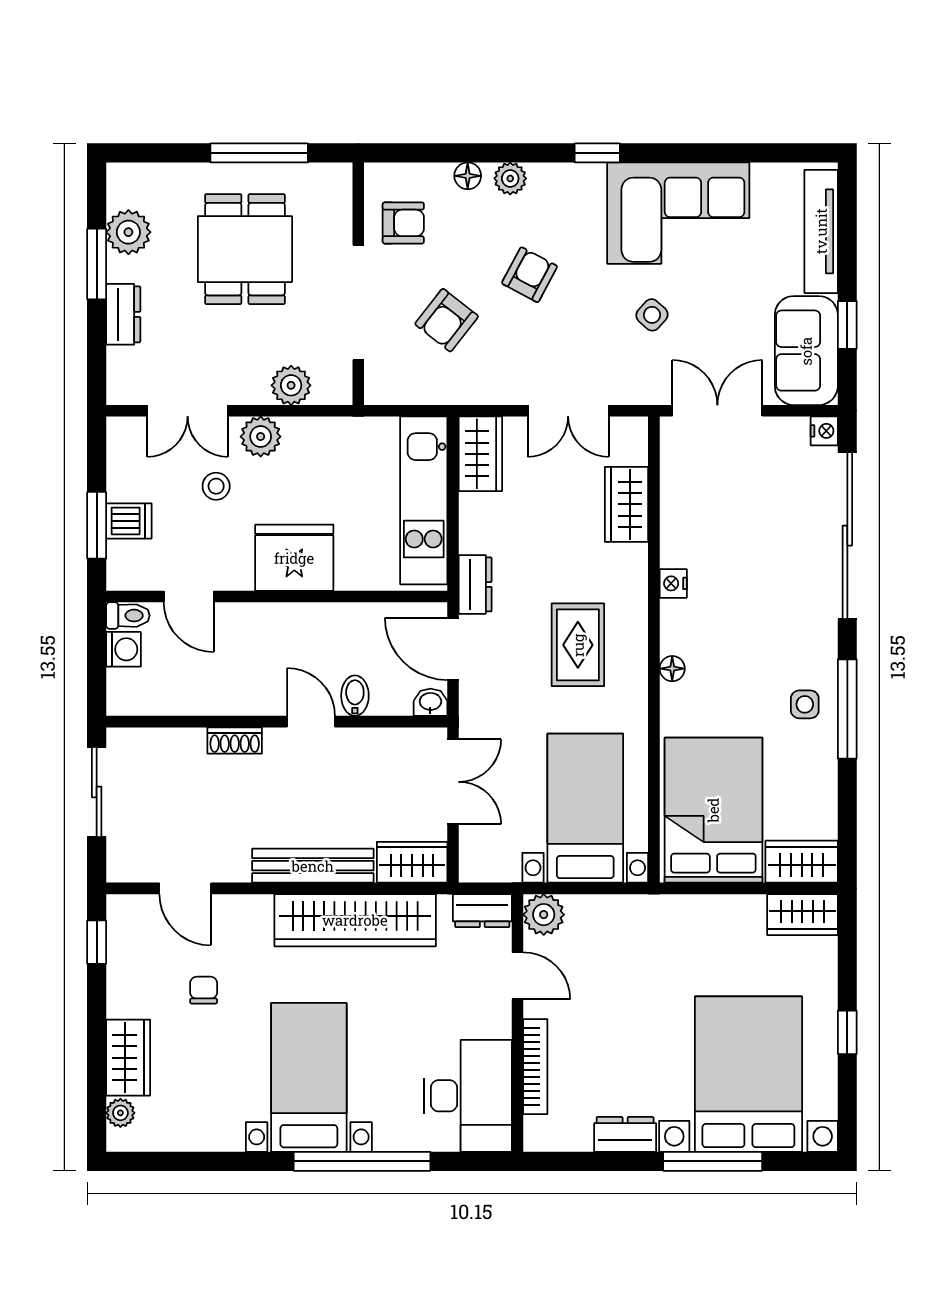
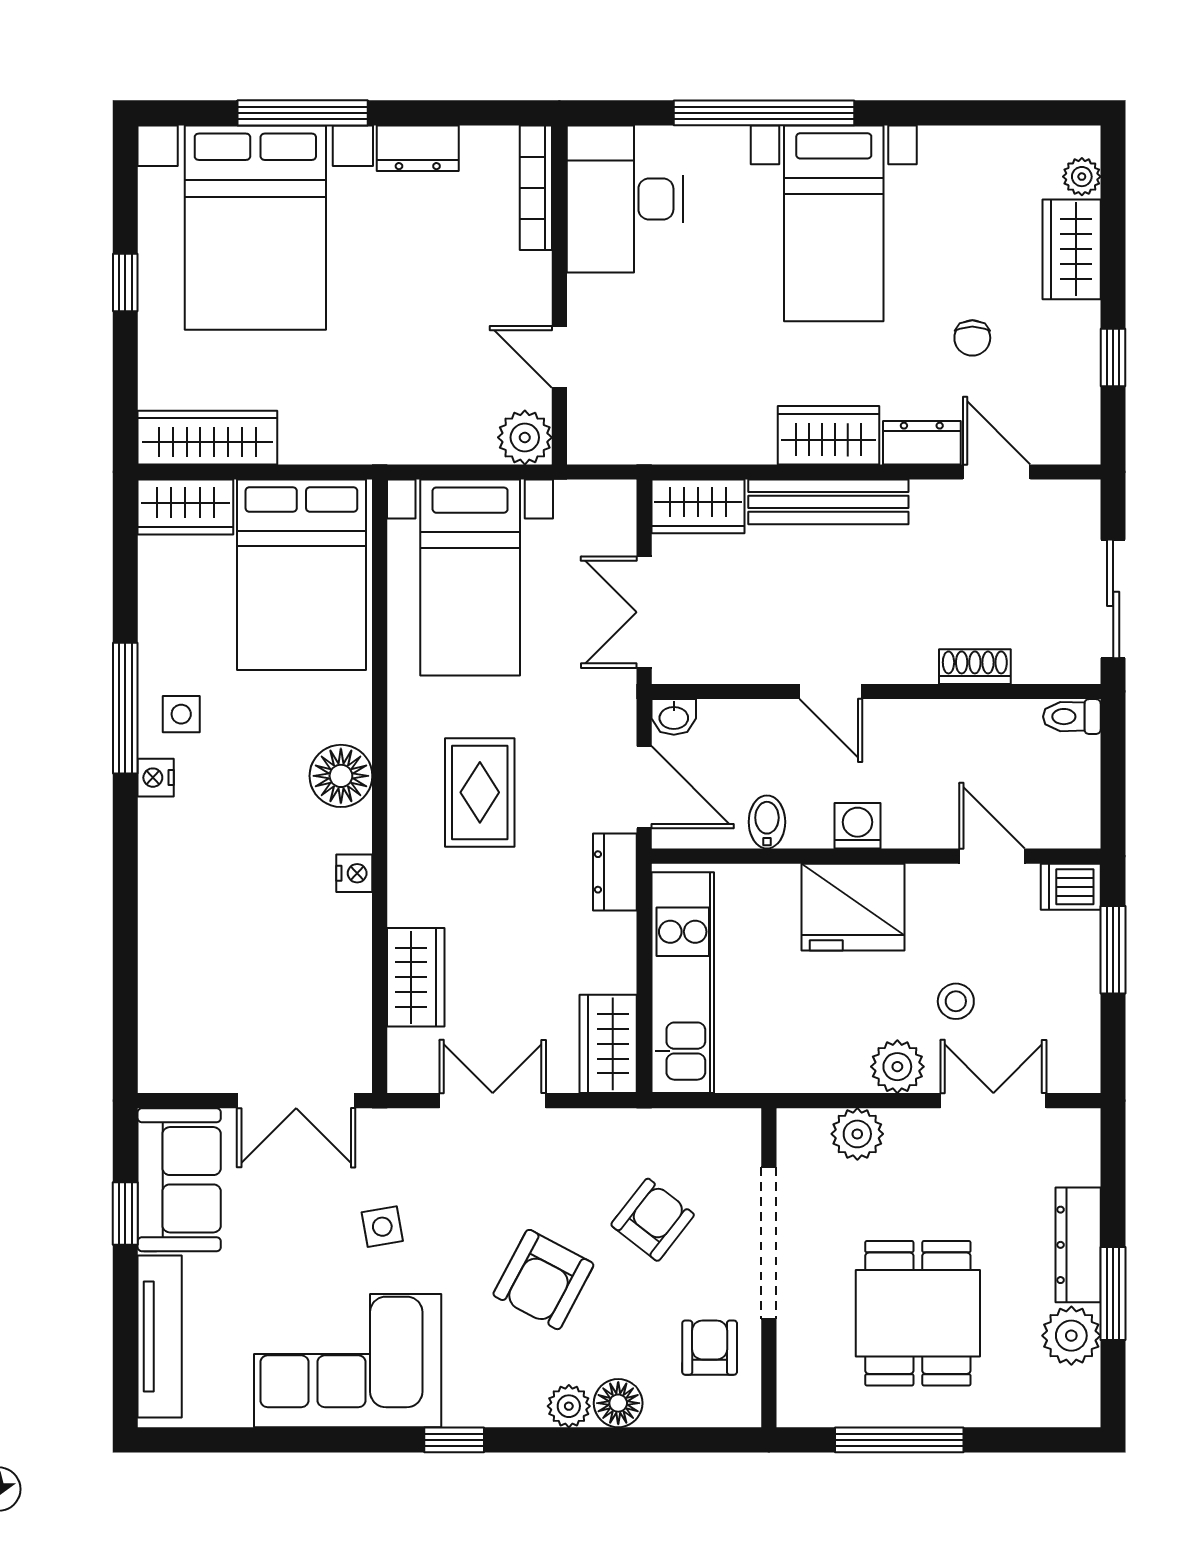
floor lamp: (468, 176) -> (618, 1403), width x1.37, depth x1.37
armchair: (403, 223) -> (710, 1348), turned 90
armchair: (530, 275) -> (543, 1280), width x1.38, depth x1.38
dresser: (123, 314) -> (1078, 1245), width x1.44
side table: (652, 315) -> (382, 1227), turned 38
nightstand: (824, 431) -> (156, 778), moved
dishwasher: (129, 521) -> (1071, 887), moved
sliding door: (847, 536) -> (125, 936), removed
toilet: (128, 616) -> (1072, 717), moved
washing machine: (123, 649) -> (858, 826), moved, turned 90
floor lamp: (672, 669) -> (341, 776), width x1.89, depth x1.89
bidet: (355, 696) -> (767, 822), moved, turned 180
shoe rack: (235, 740) -> (975, 667), moved
dresser: (482, 911) -> (922, 443), moved
wardrobe: (802, 915) -> (207, 438), width x1.50
wardrobe: (355, 920) -> (828, 435), width x0.48, depth x0.85
window: (97, 942) -> (1113, 357), moved
bookcase: (535, 1067) -> (536, 188), moved

